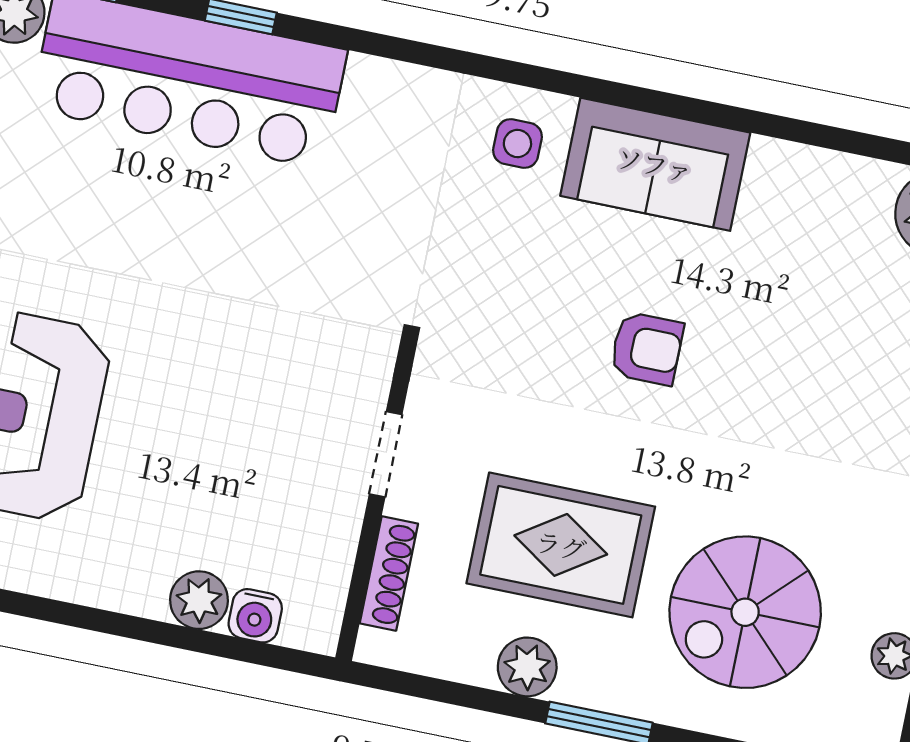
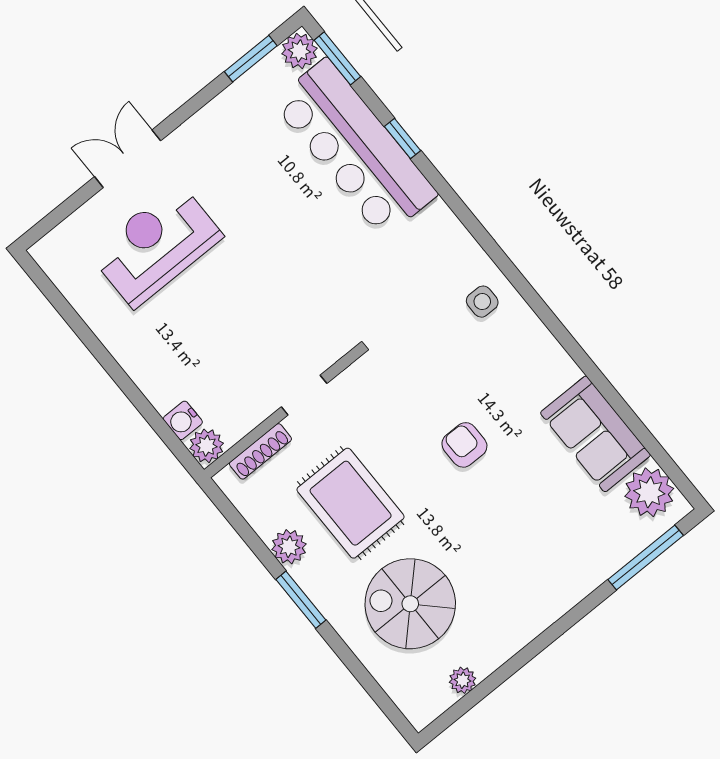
sofa: (655, 164) -> (595, 434), moved
armchair: (647, 348) -> (464, 445), turned 180
plant: (199, 600) -> (207, 446), moved

